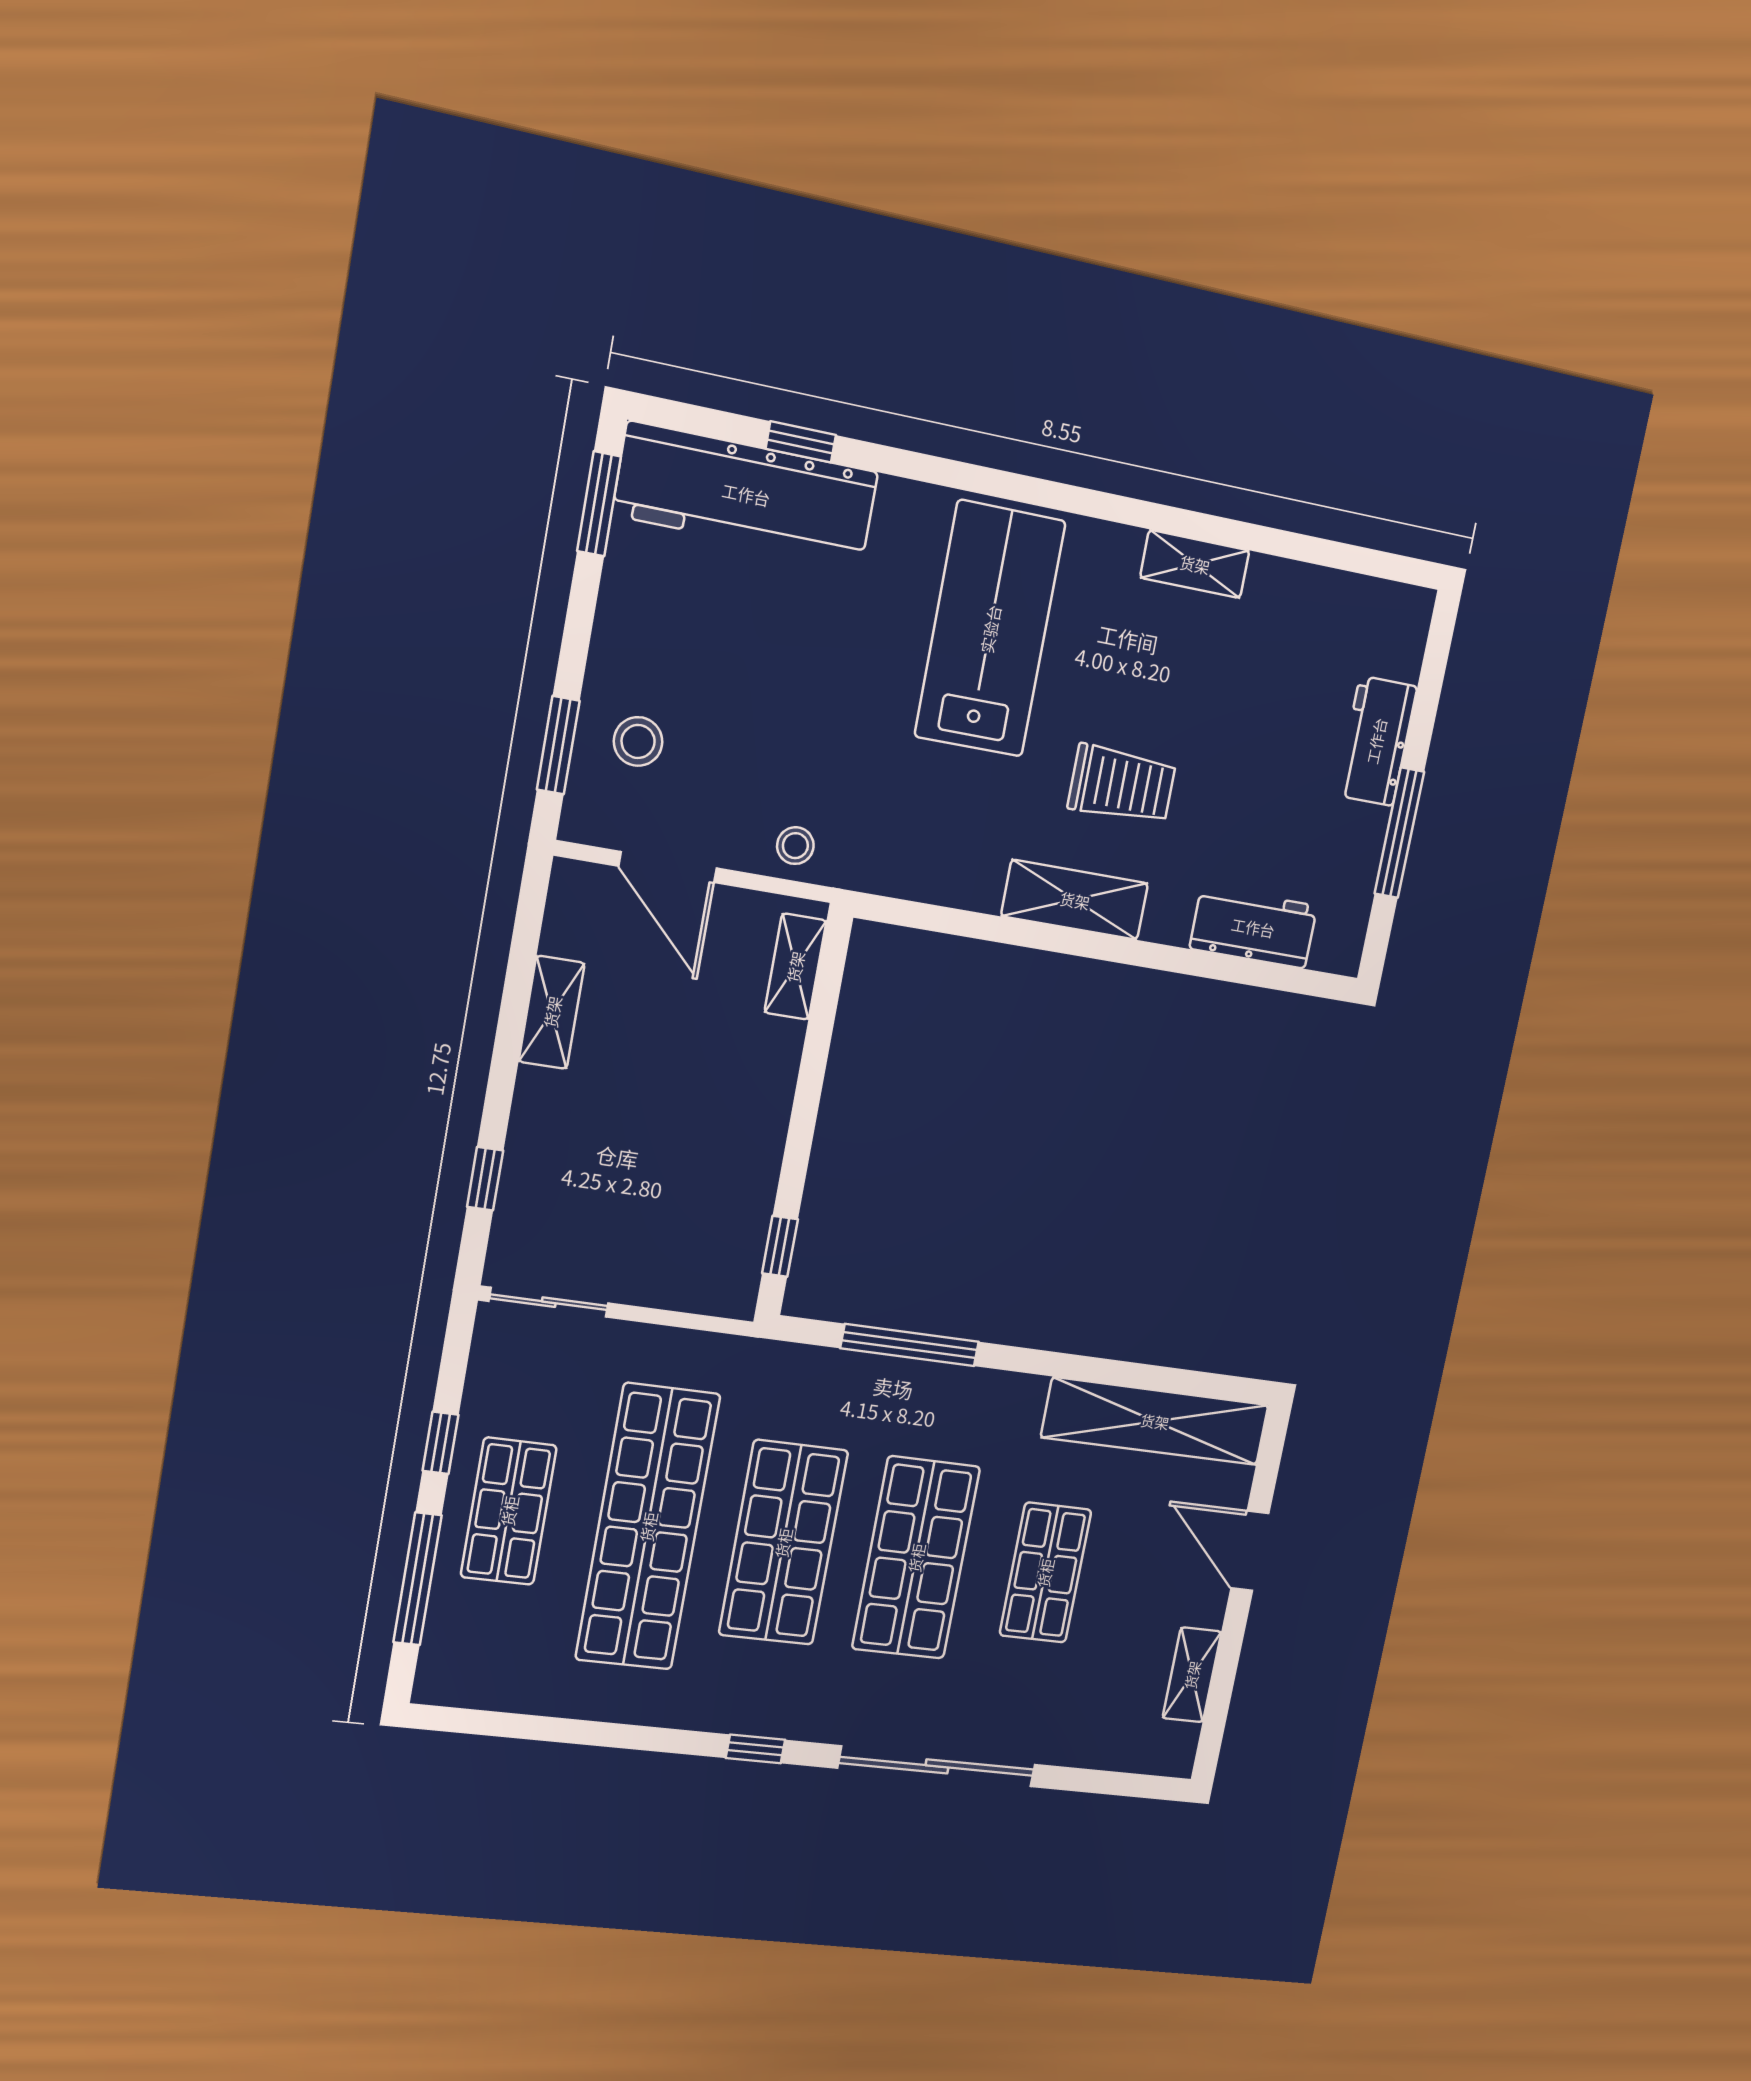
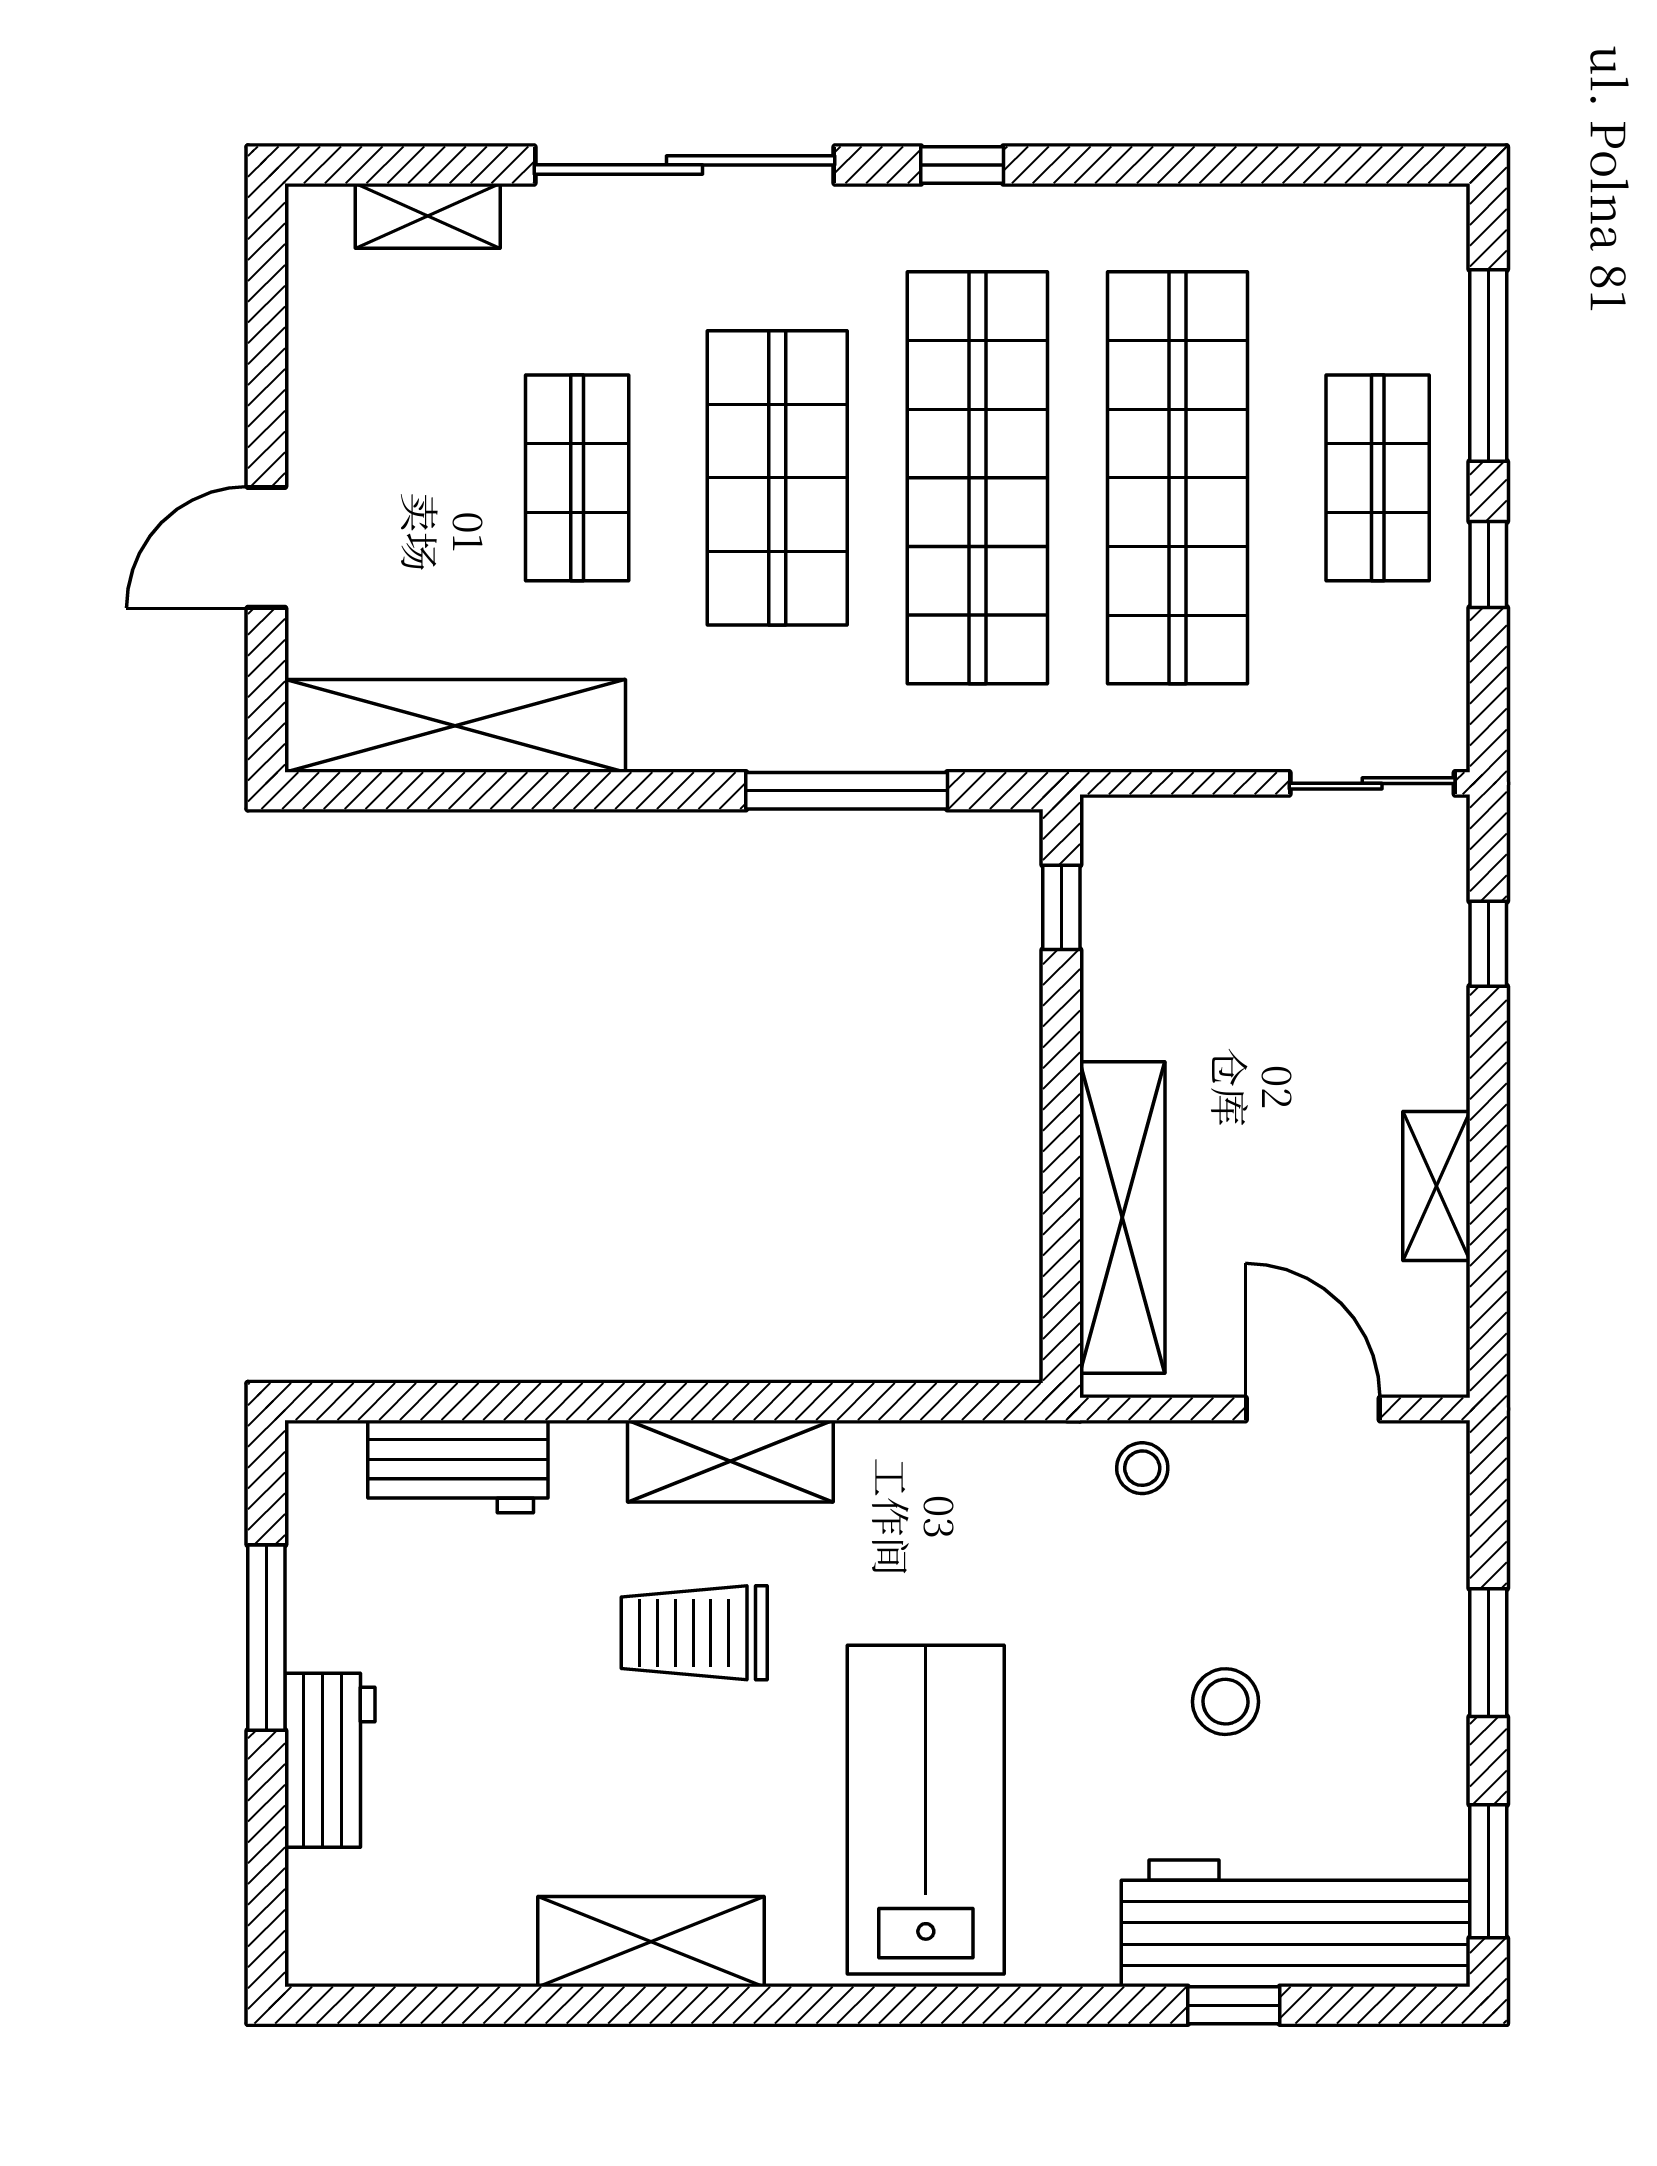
shelving: (1195, 564) -> (651, 1942), width x1.50, depth x1.33
lab bench: (990, 629) -> (926, 1810), turned 180
stool: (638, 741) -> (1226, 1702), moved
window: (558, 745) -> (1488, 1653), moved
shelving: (795, 967) -> (1122, 1218), width x2.20, depth x1.33
shop shelf: (783, 1543) -> (977, 478), width x1.40
door: (1250, 1551) -> (266, 547), swing flipped
shelving: (1192, 1675) -> (428, 216), moved, turned 90

